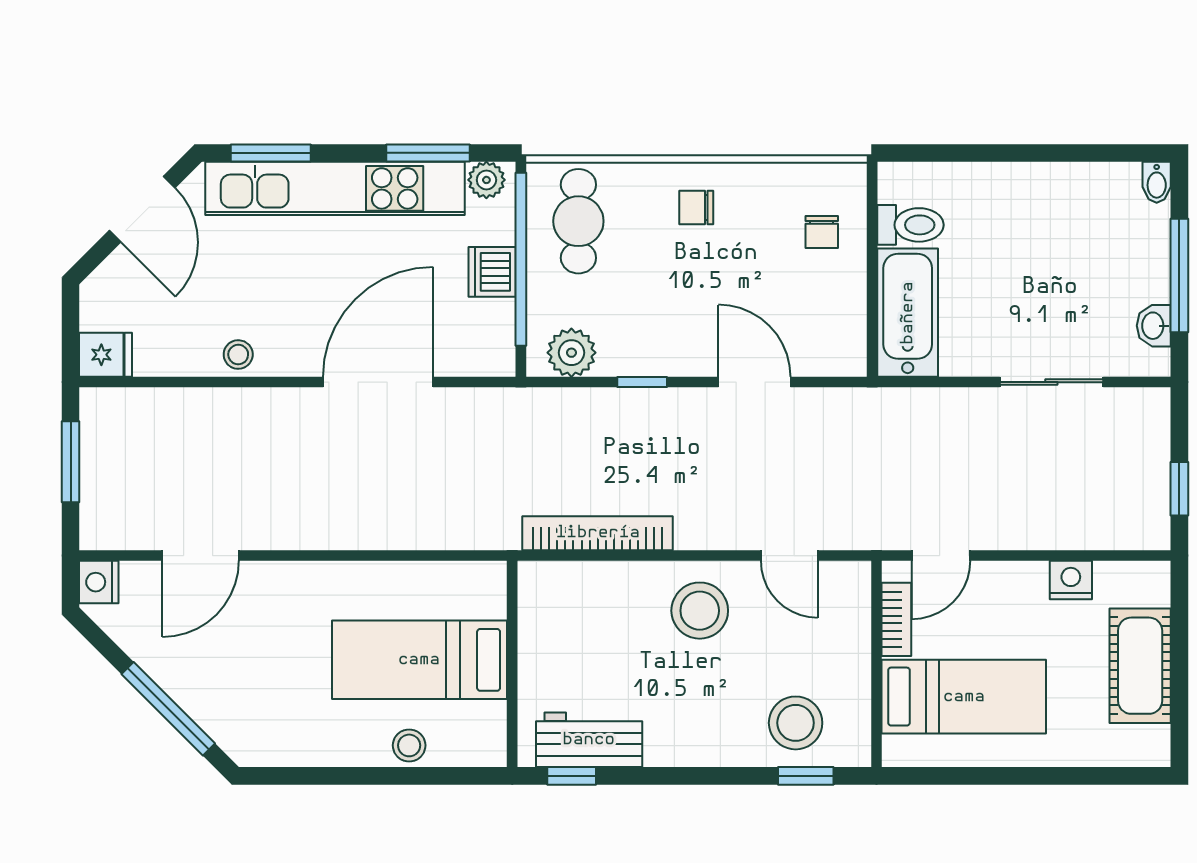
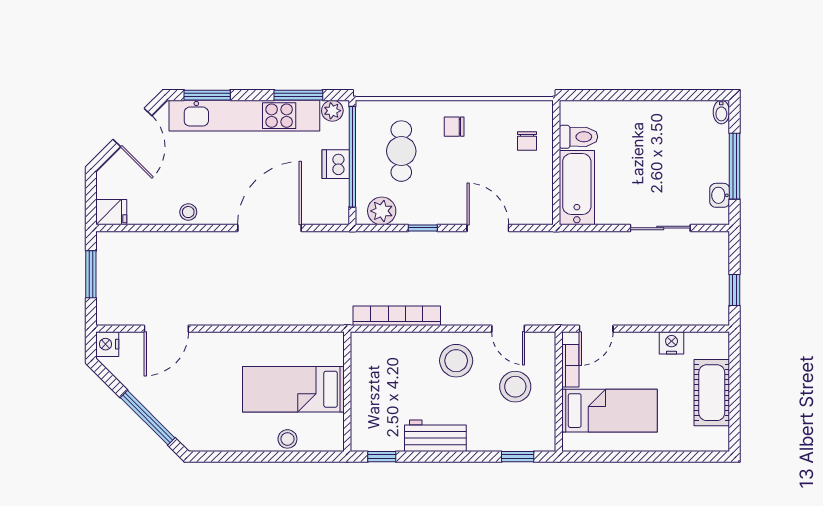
cafe table: (578, 221) -> (401, 151), moved
stool: (796, 723) -> (515, 387), moved
workbench: (589, 740) -> (435, 436), moved

